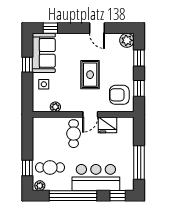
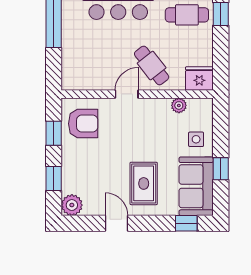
rug: (90, 75) -> (144, 183), moved
fridge: (108, 125) -> (199, 78), moved
cafe table: (74, 134) -> (152, 66), turned -38

